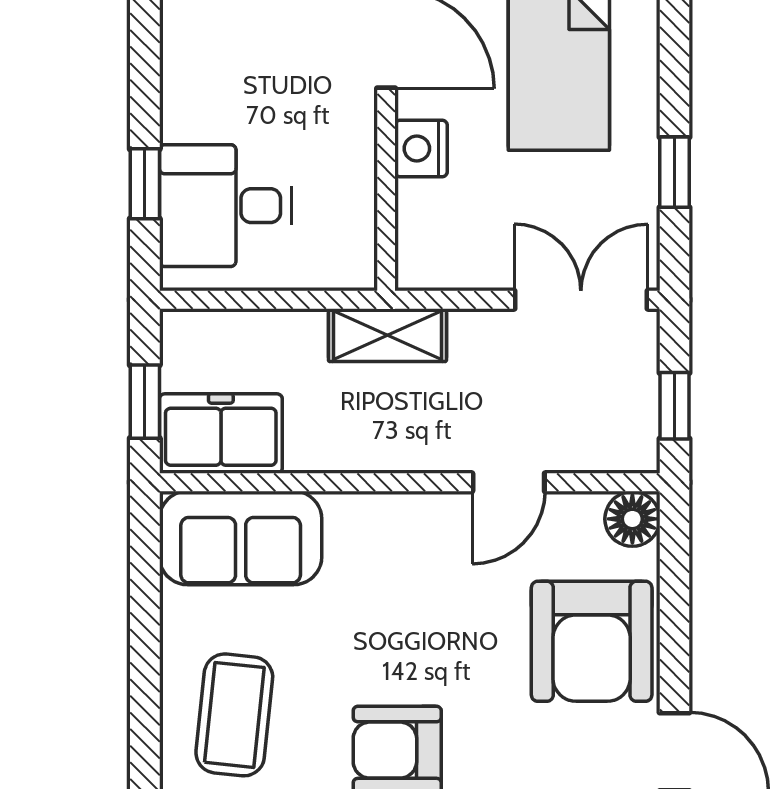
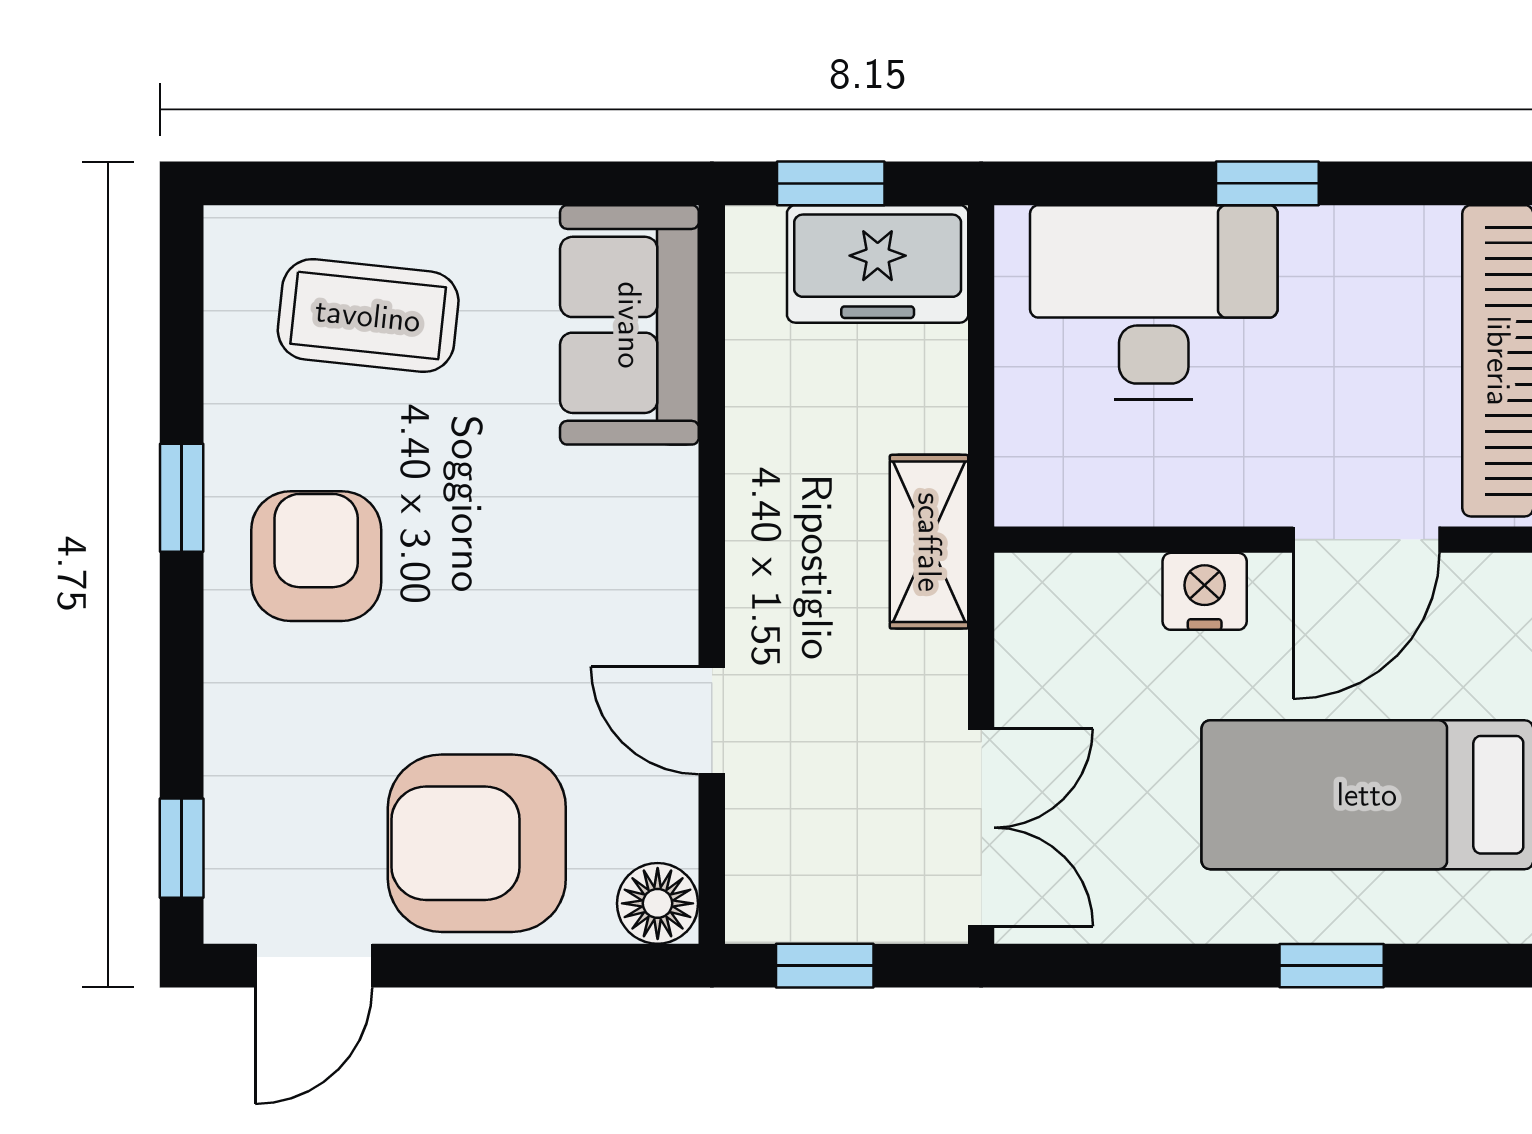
window: (674, 172) -> (1332, 966), moved
window: (145, 184) -> (1267, 183), moved
desk: (225, 206) -> (1154, 302), width x1.37
freezer: (221, 434) -> (878, 264), moved, turned 90

